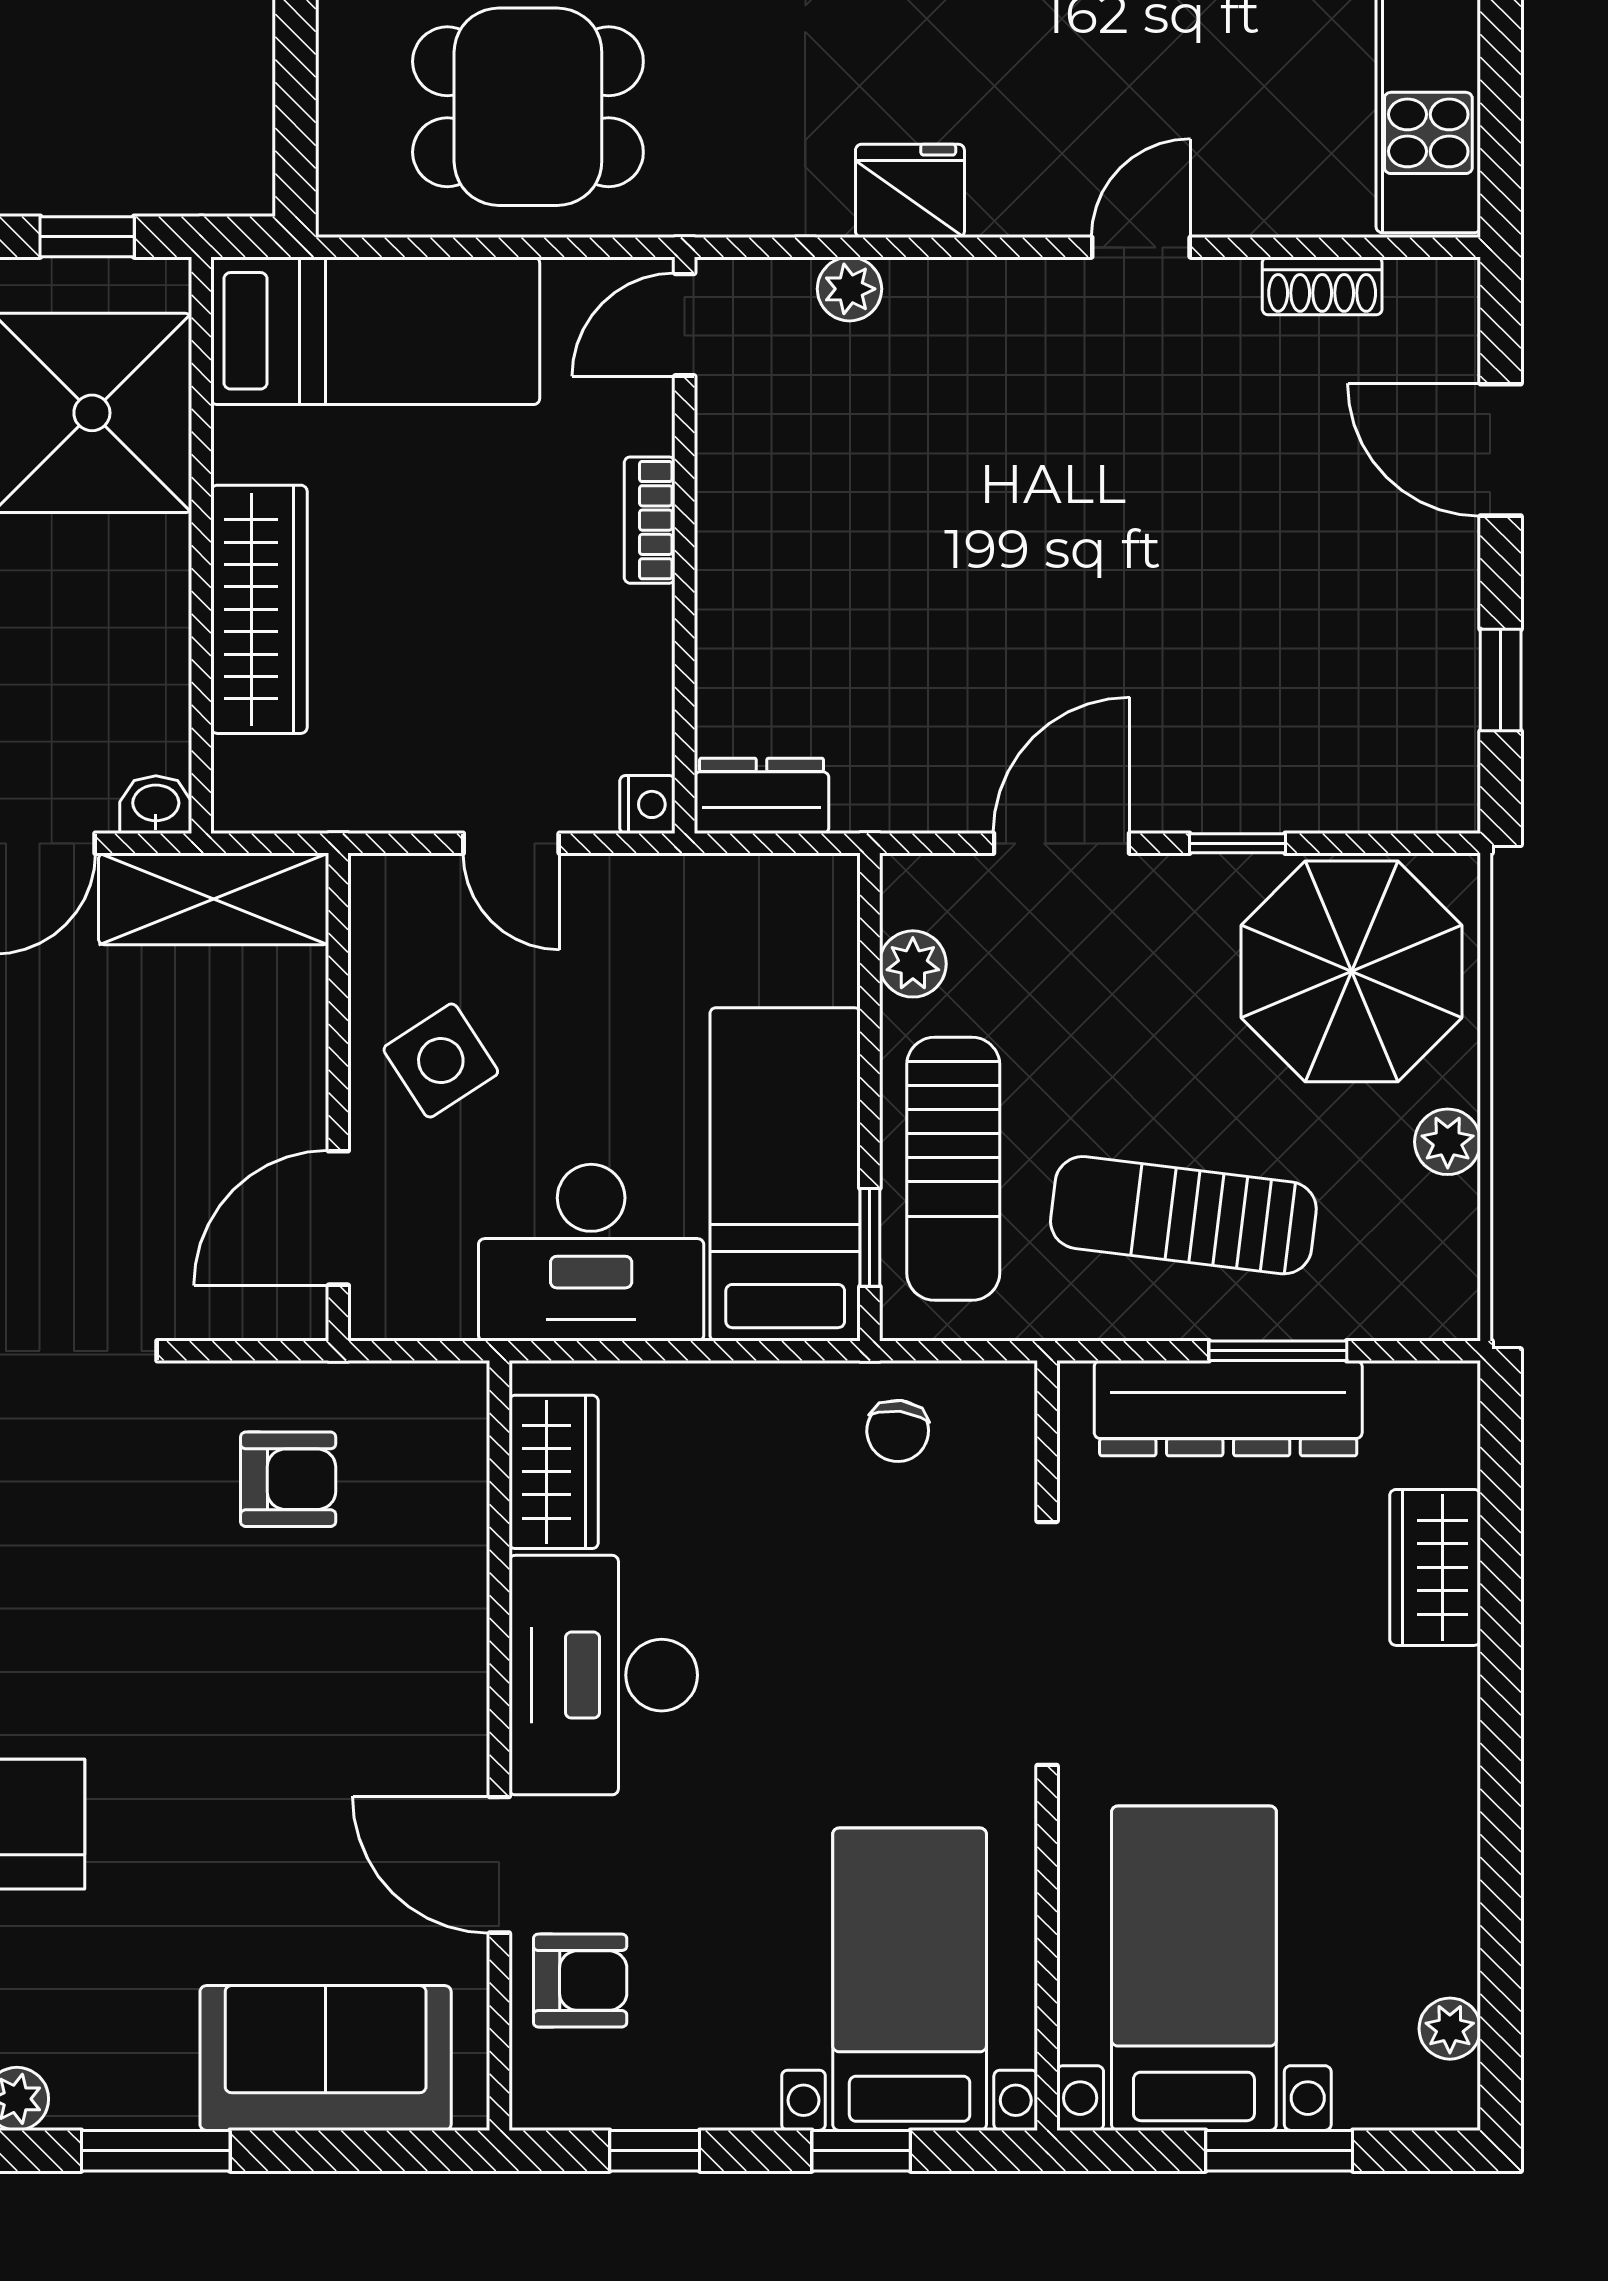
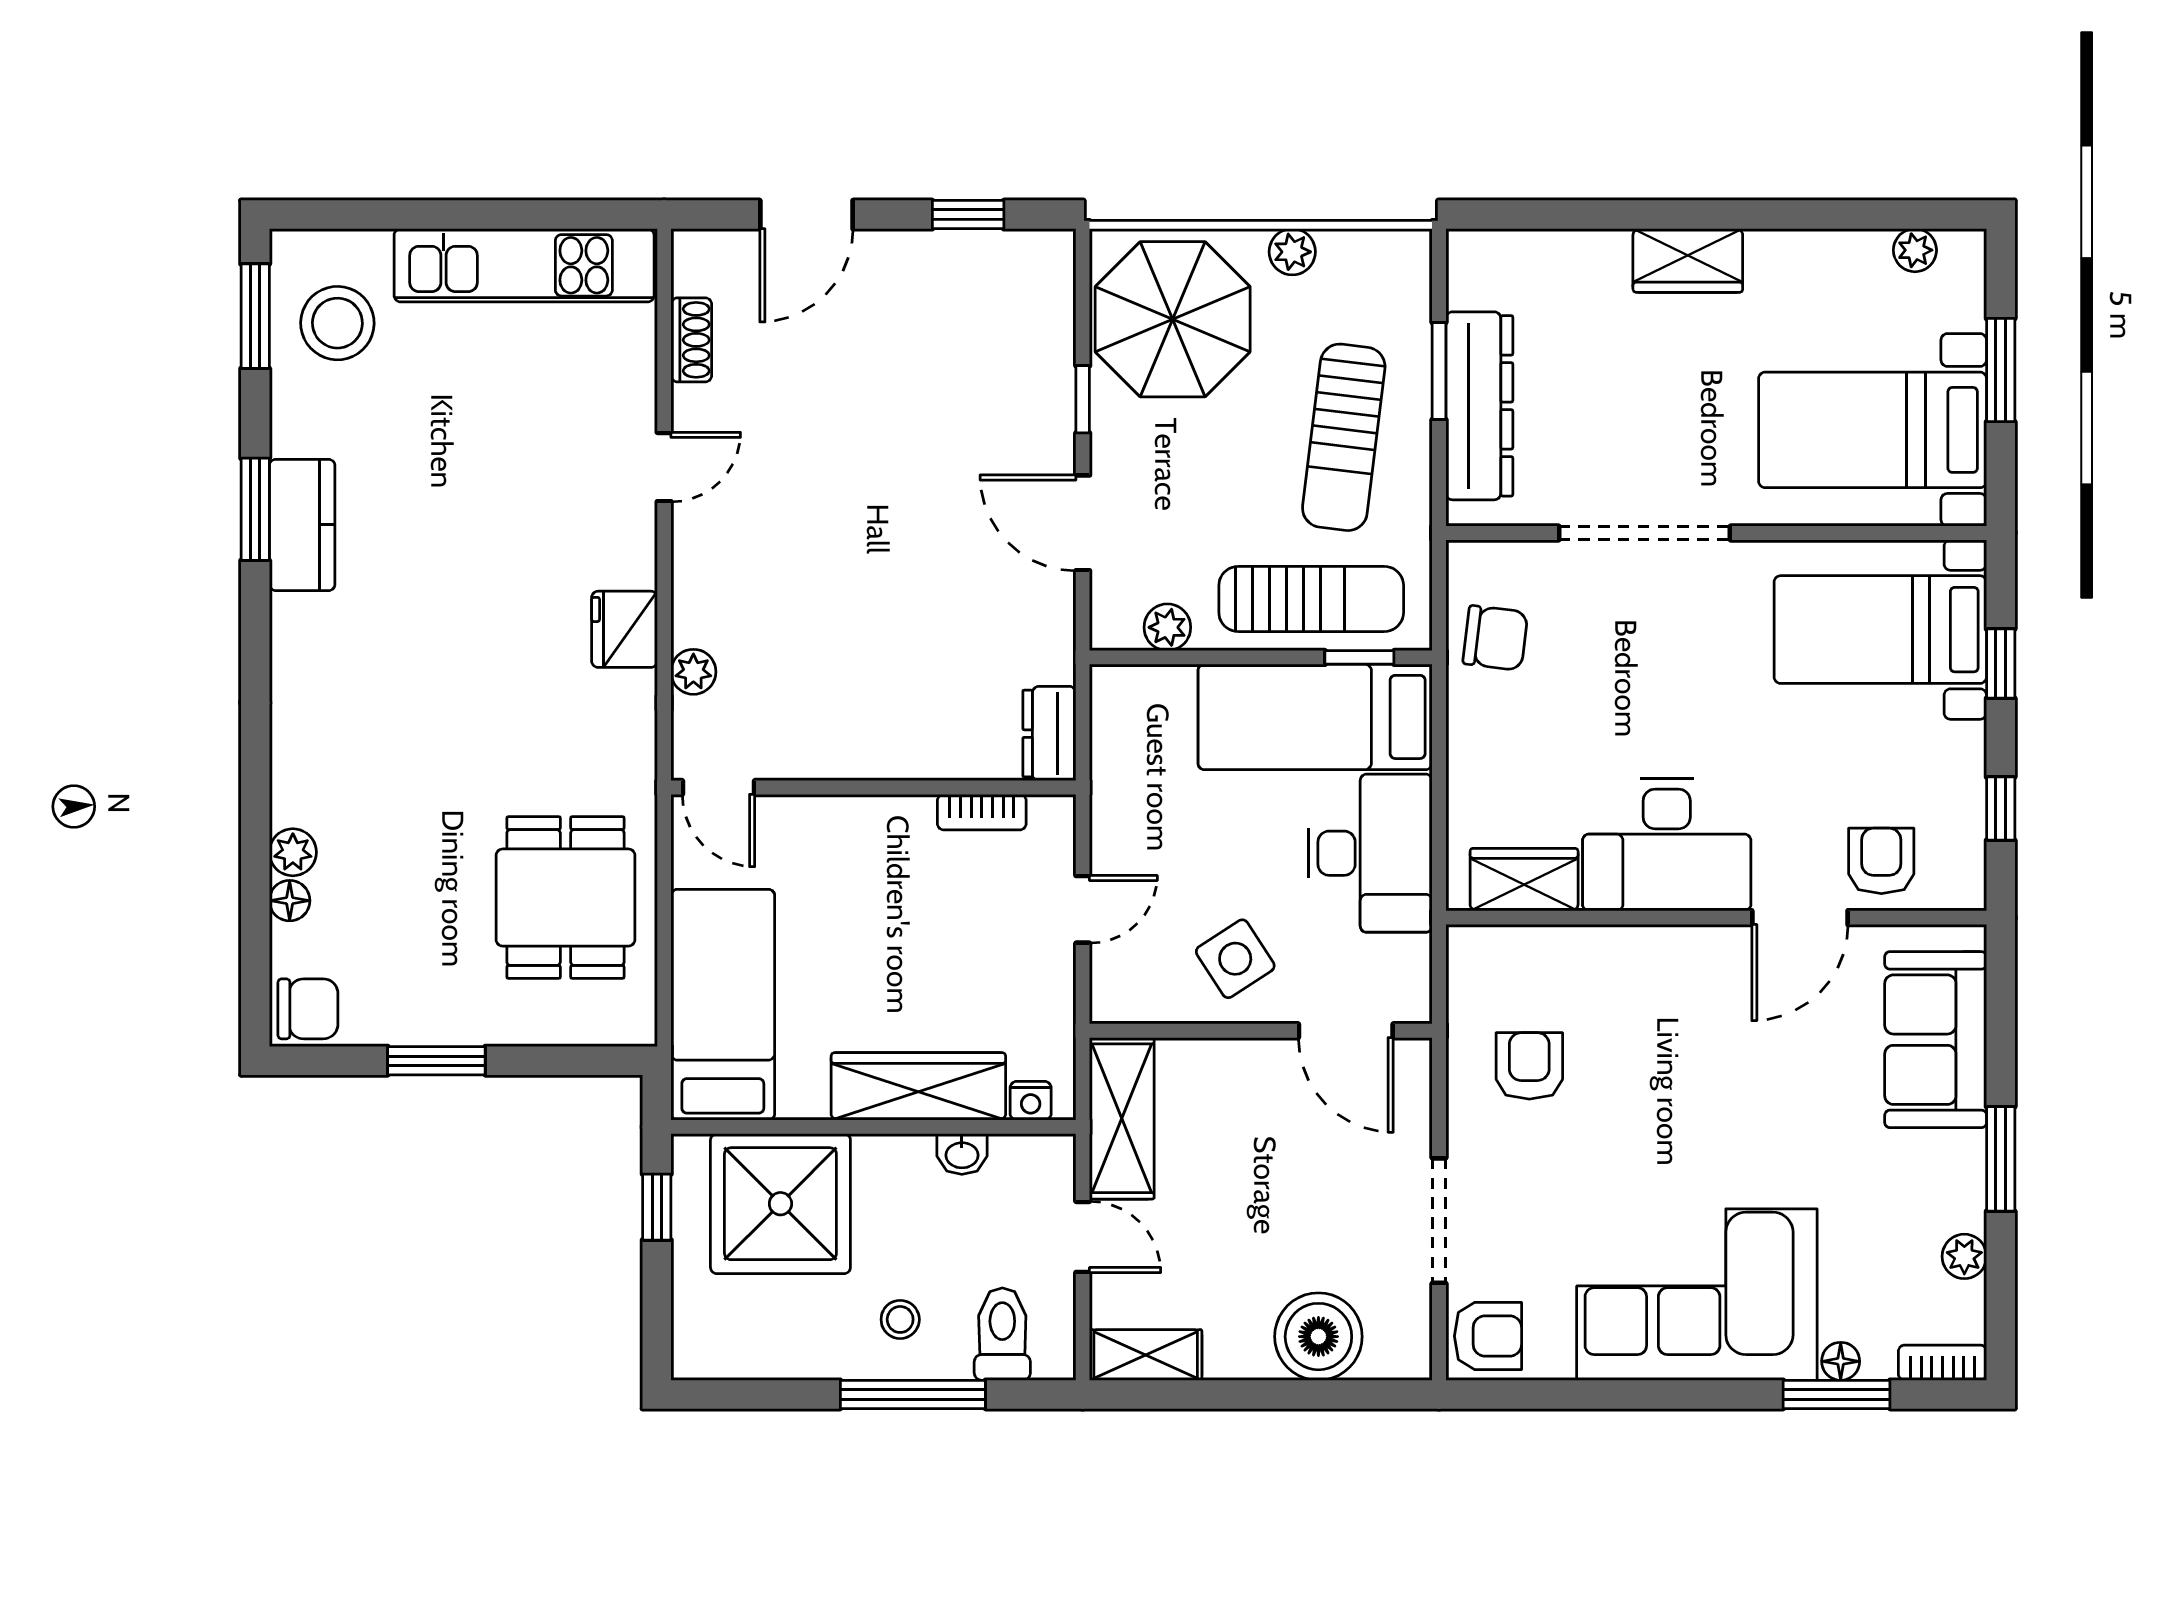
door: (1141, 247) -> (664, 467), swing flipped
bookcase: (650, 520) -> (982, 812), moved
nightstand: (647, 804) -> (1031, 1101), moved, turned 180
washbasin: (156, 805) -> (962, 1154), moved, turned -90
chair: (898, 1431) -> (1495, 638), width x1.37, depth x1.37
wardrobe: (1435, 1567) -> (1688, 260), moved

